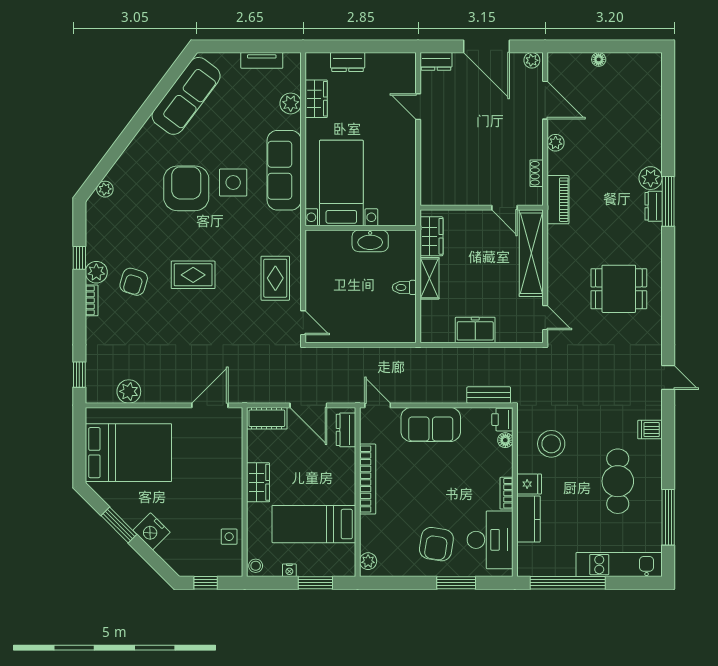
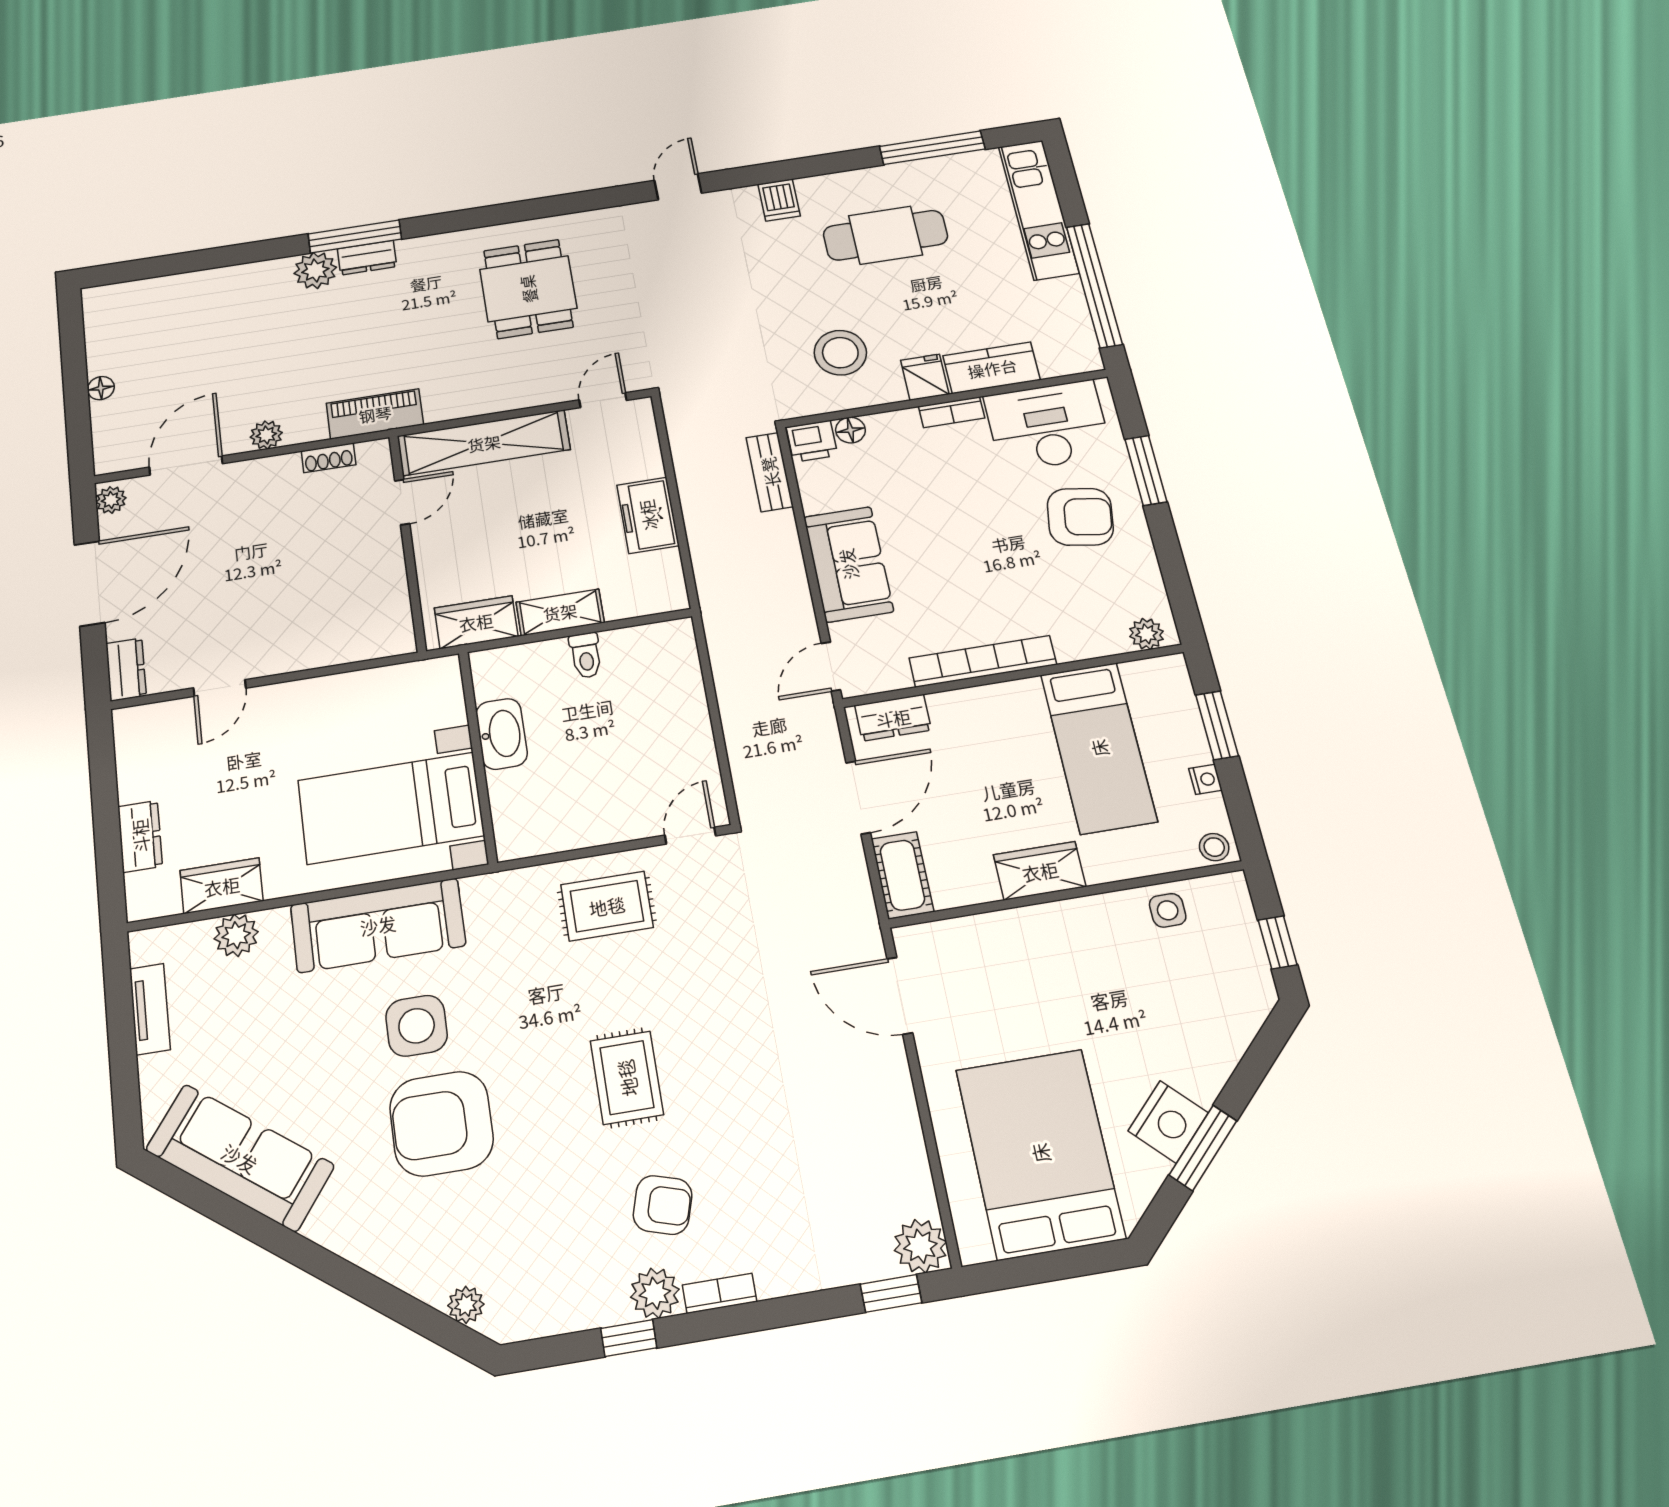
plant: (129, 391) -> (920, 1246), moved
nightstand: (152, 531) -> (1168, 1122), moved

